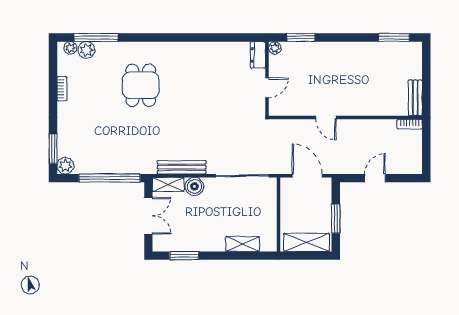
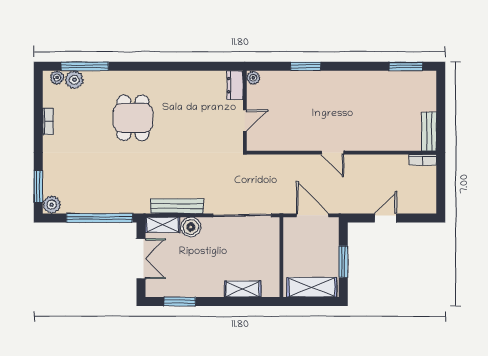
plant: (275, 48) -> (253, 78), moved
dresser: (258, 55) -> (235, 85), moved
wall: (267, 79) -> (245, 111), moved
door: (267, 88) -> (245, 120), moved

